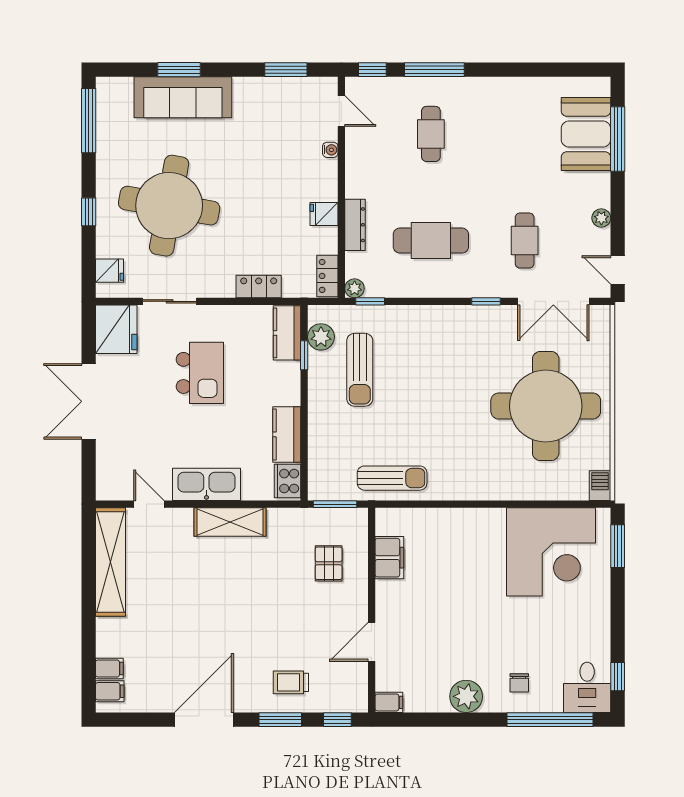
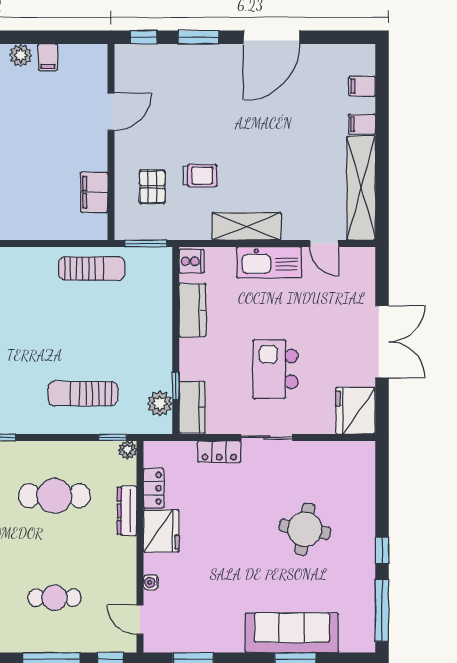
cafe table: (431, 134) -> (54, 598), turned 90
round table: (169, 206) -> (305, 529), width x0.54, depth x0.54
window: (89, 212) -> (382, 551), moved
fridge: (324, 214) -> (161, 531), width x1.88, depth x1.34
fridge: (110, 271) -> (362, 467), removed
locker: (327, 276) -> (153, 488), moved
sliding door: (170, 301) -> (267, 437), moved
sun lounger: (360, 370) -> (83, 394), moved, turned -90
sun lounger: (392, 478) -> (92, 268), turned 180
cooker: (288, 481) -> (192, 261), width x0.73
trolley: (291, 682) -> (200, 176), moved
filing cabinet: (110, 691) -> (362, 124), moved
plant: (466, 696) -> (21, 55), width x0.73, depth x0.73
filing cabinet: (389, 702) -> (48, 57), moved, turned -90

